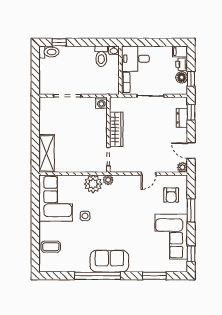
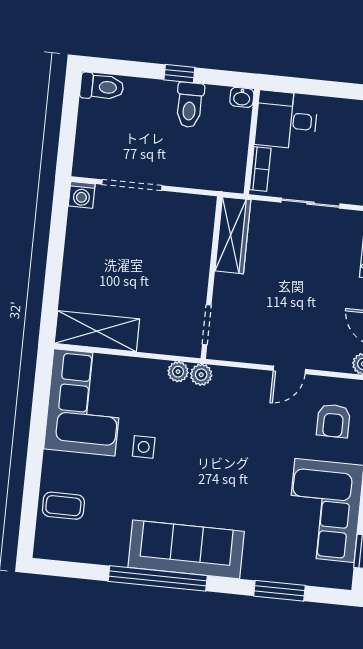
window: (59, 42) -> (179, 74), moved
toilet: (101, 56) -> (190, 105), moved
washing machine: (101, 103) -> (82, 195), moved
wardrobe: (116, 129) -> (233, 235), moved
shelving: (47, 153) -> (97, 331), moved, turned 90
plant: (93, 184) -> (178, 372), width x0.53, depth x0.53
sofa: (109, 261) -> (186, 549), width x1.36

